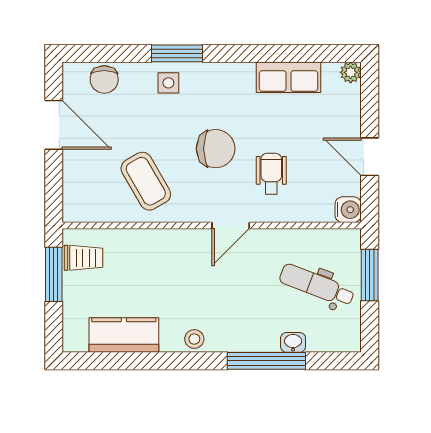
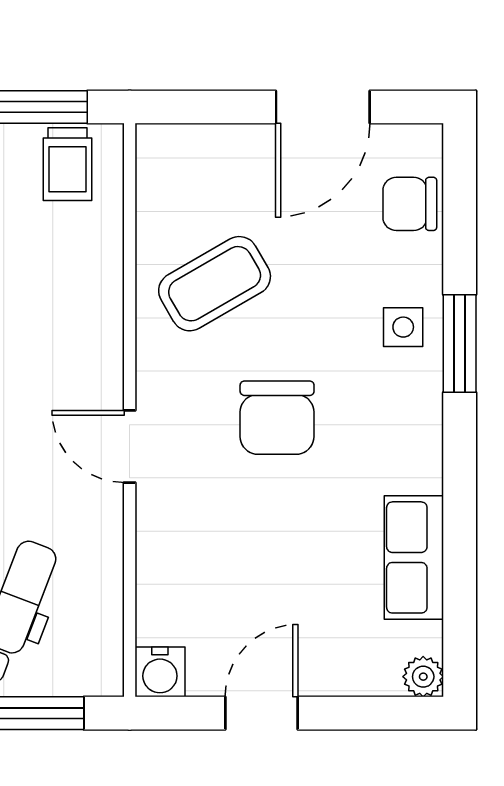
wheelchair: (271, 174) -> (229, 524), removed

